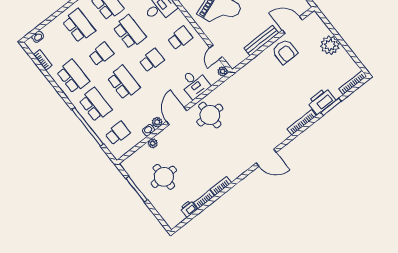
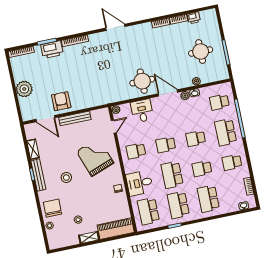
school desk: (73, 76) -> (232, 162), width x0.54
school desk: (123, 83) -> (196, 138), width x0.54
door: (177, 116) -> (168, 93), swing flipped

